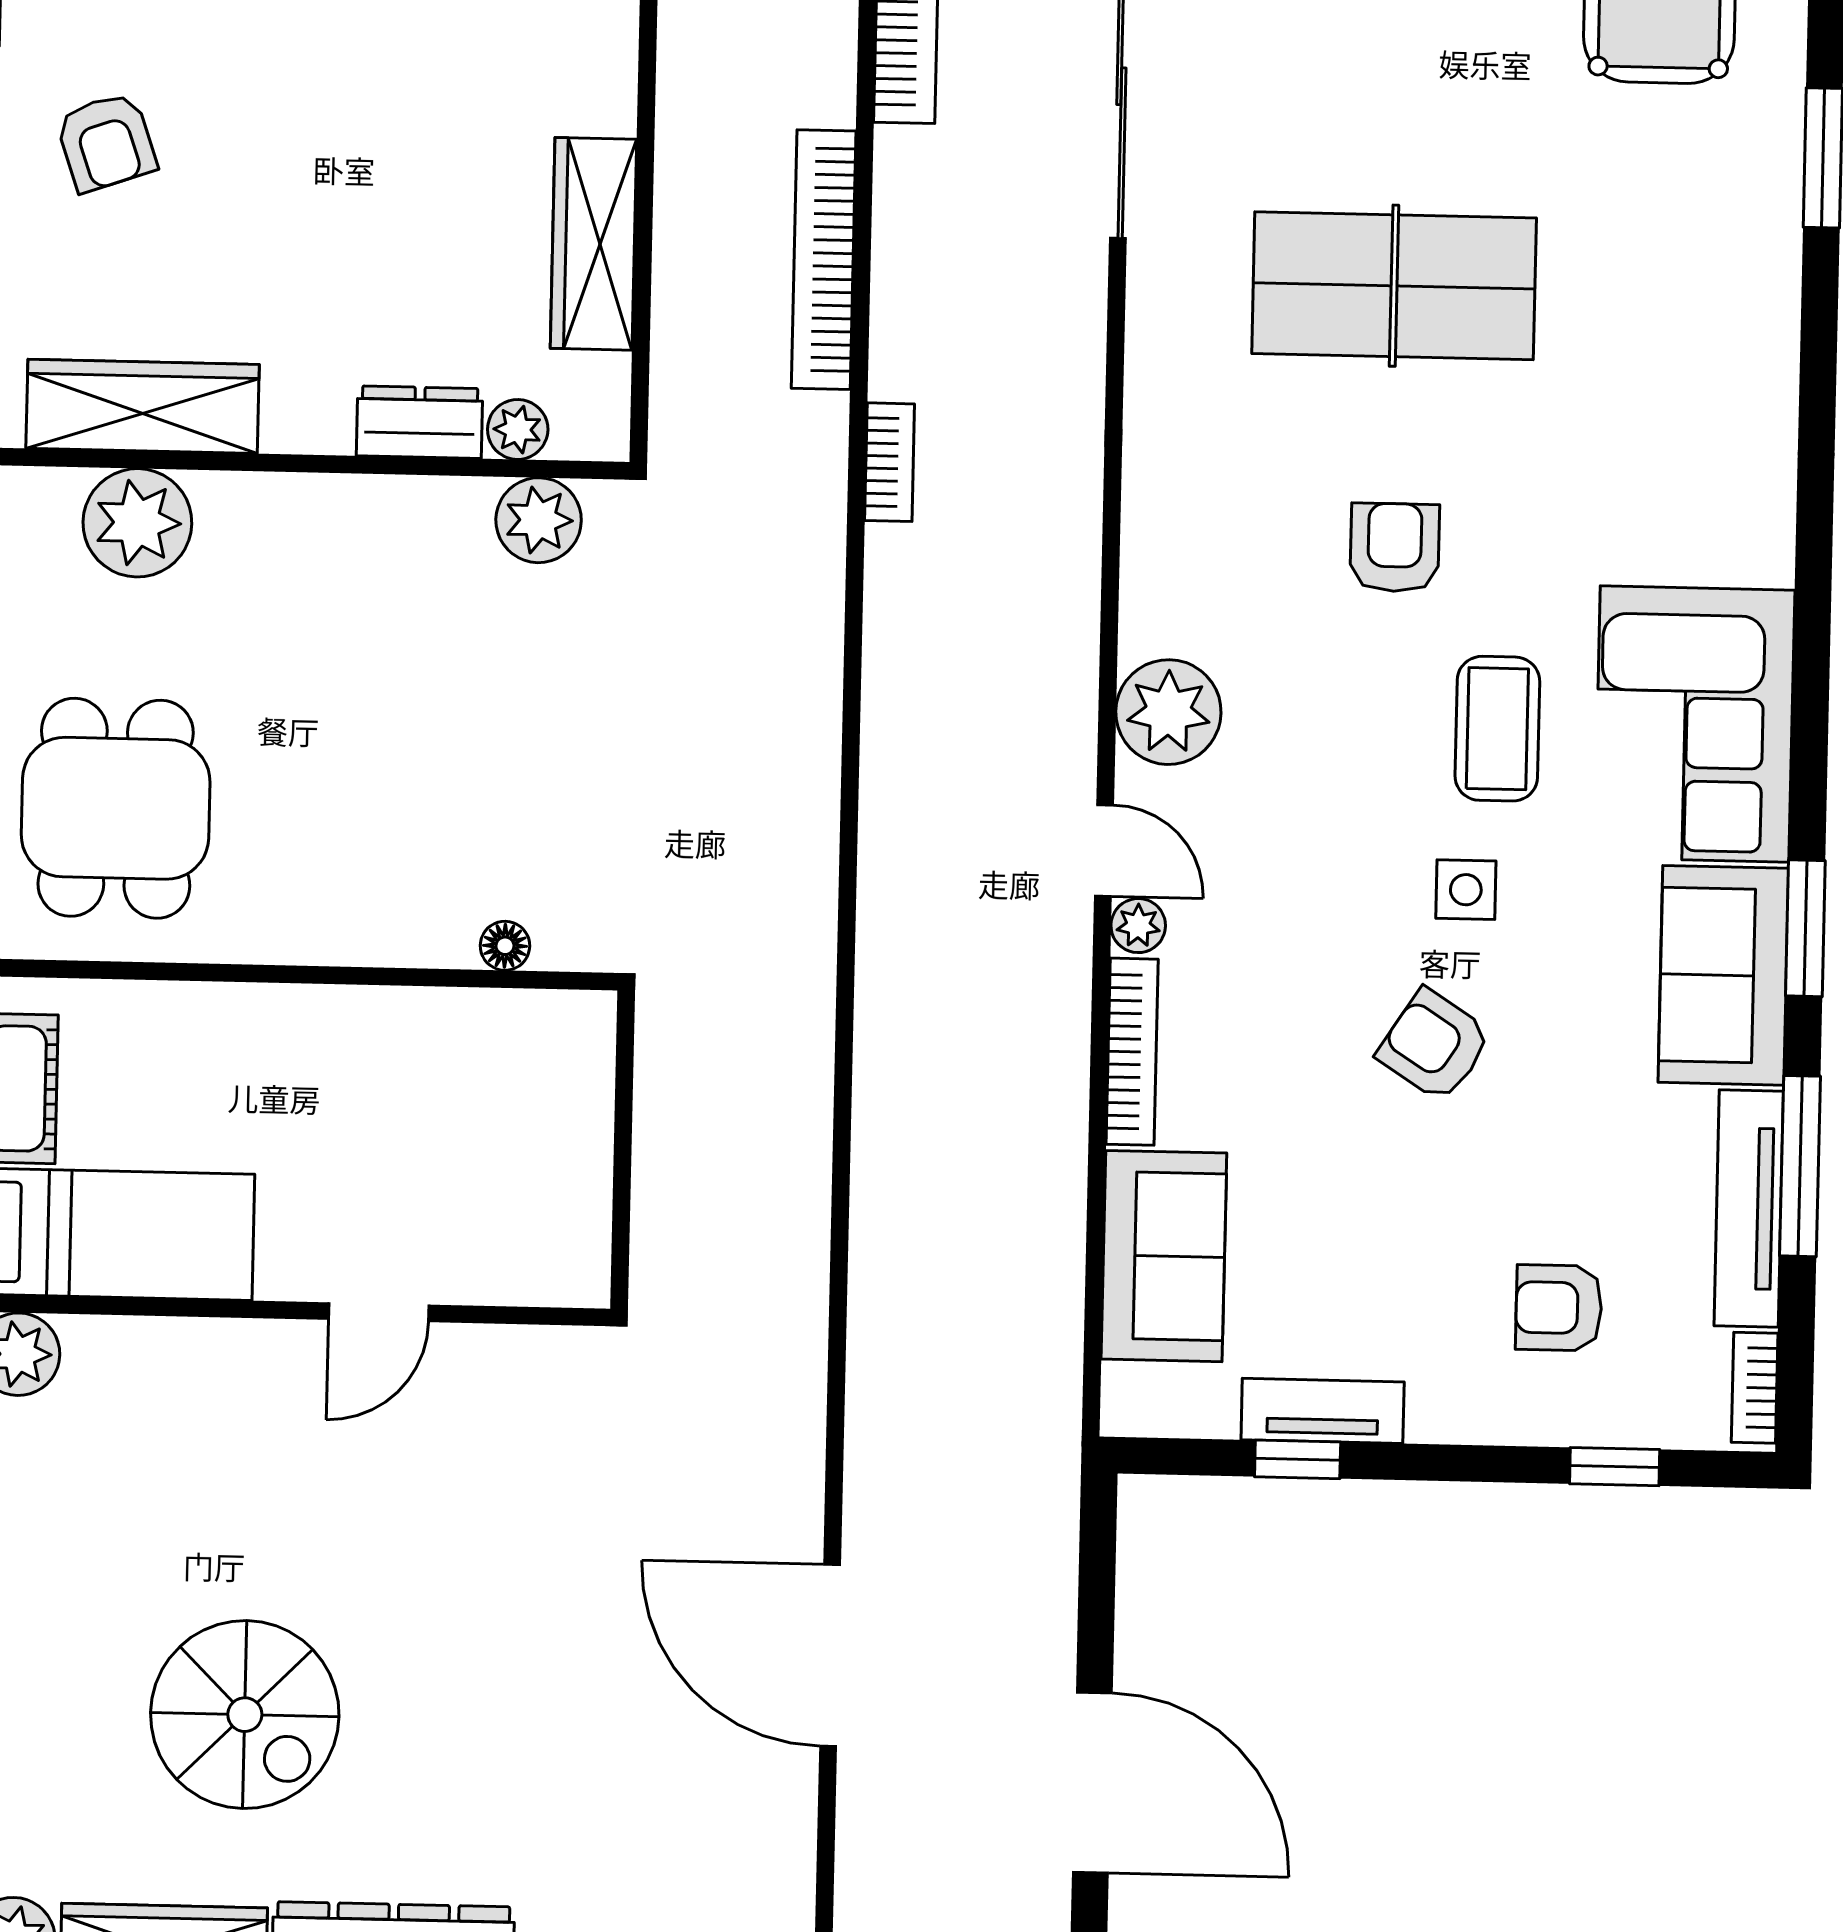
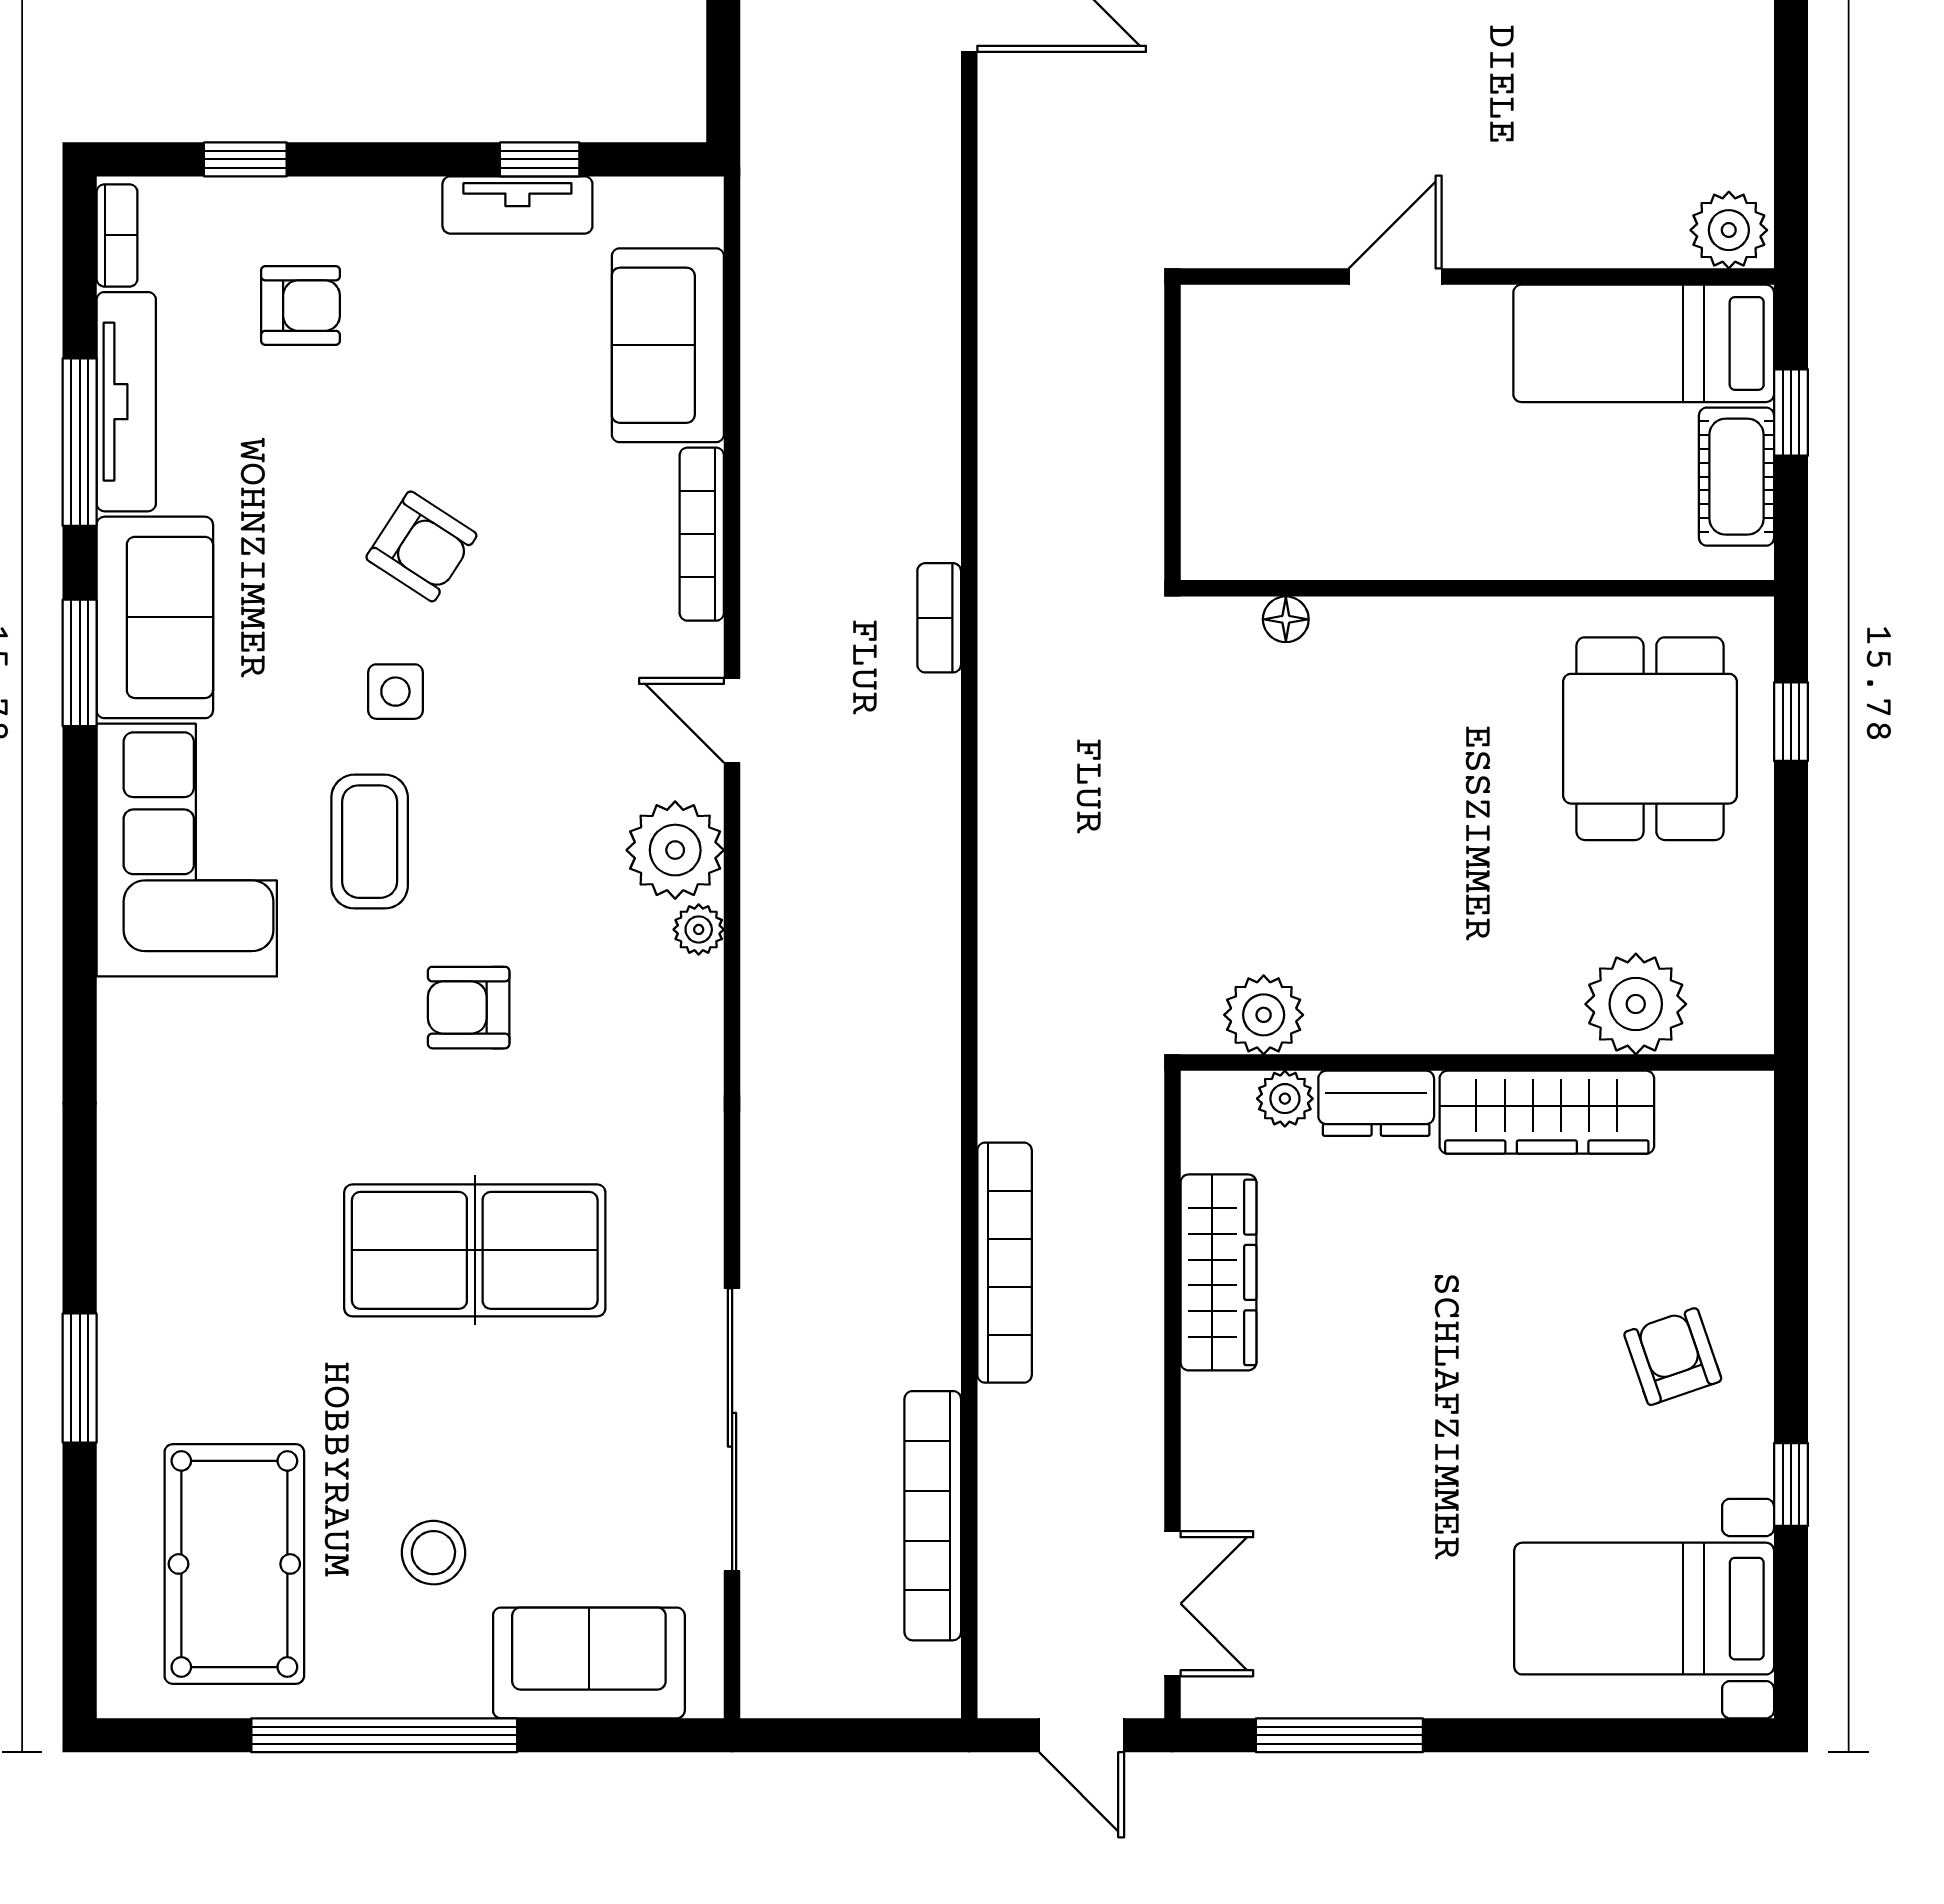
wardrobe: (143, 406) -> (1547, 1112), moved
bookcase: (890, 462) -> (939, 618), moved
armchair: (1395, 548) -> (469, 1008), turned 90
plant: (1138, 926) -> (699, 929), moved

